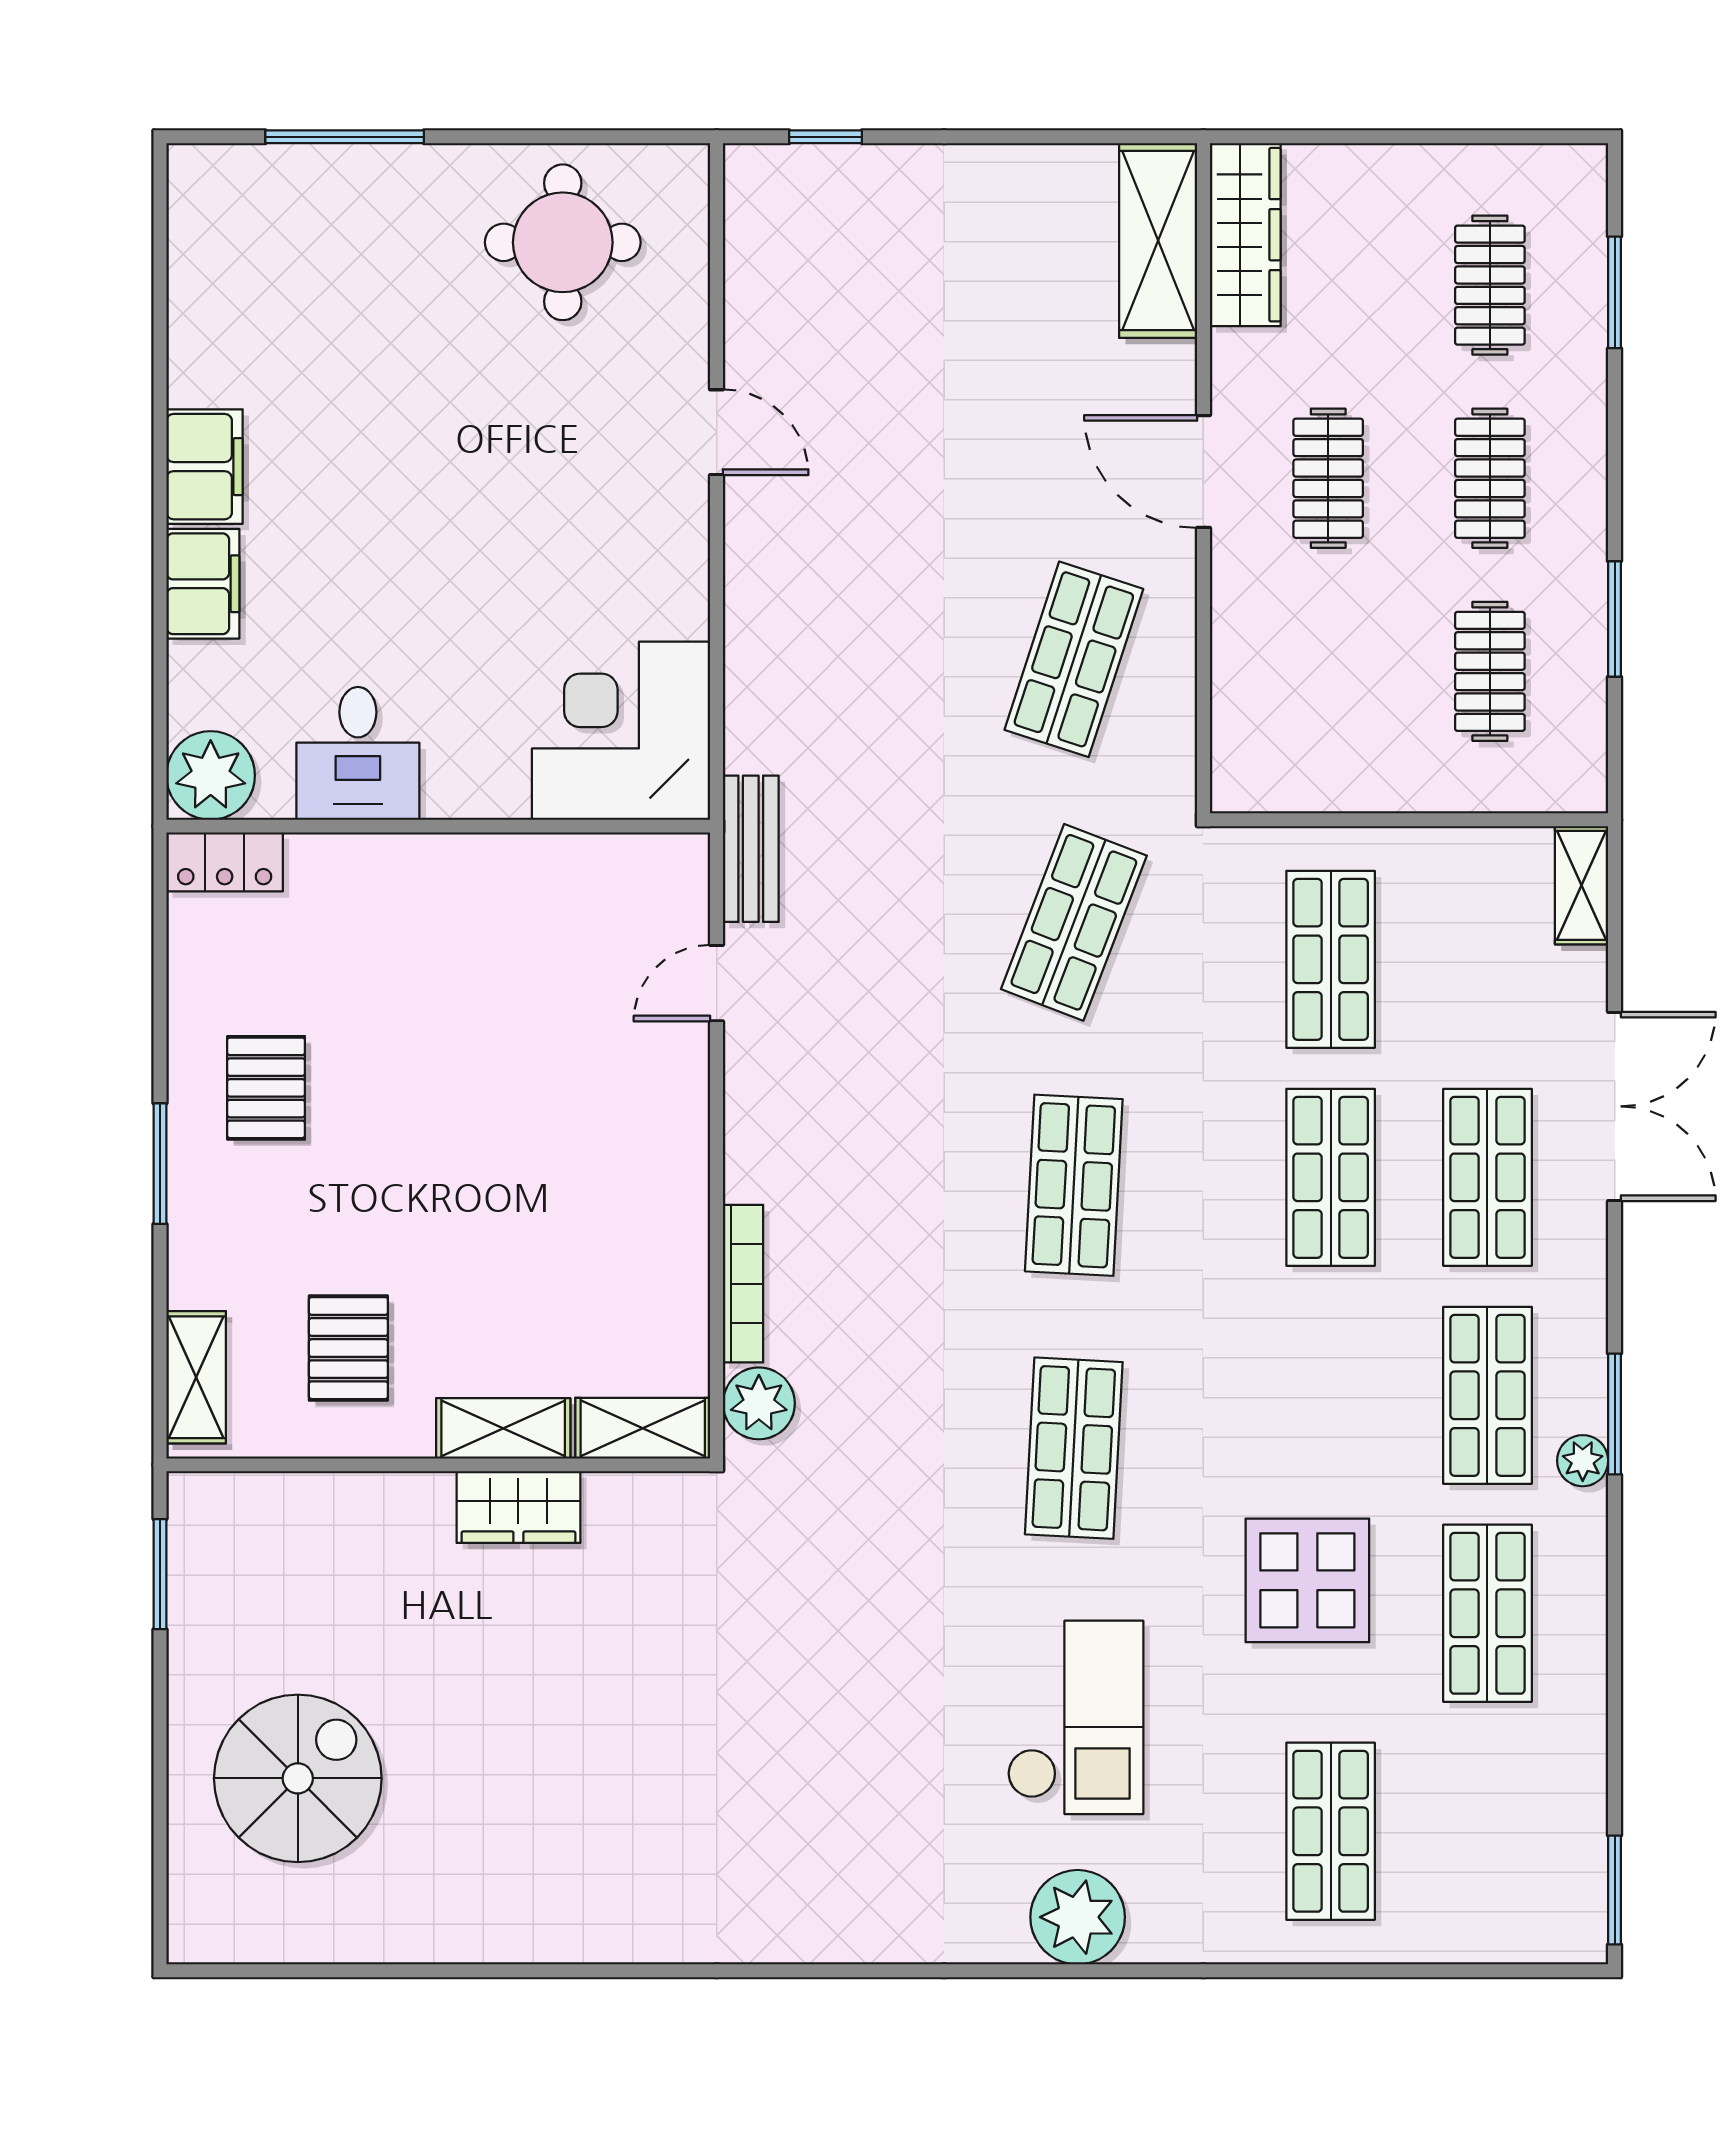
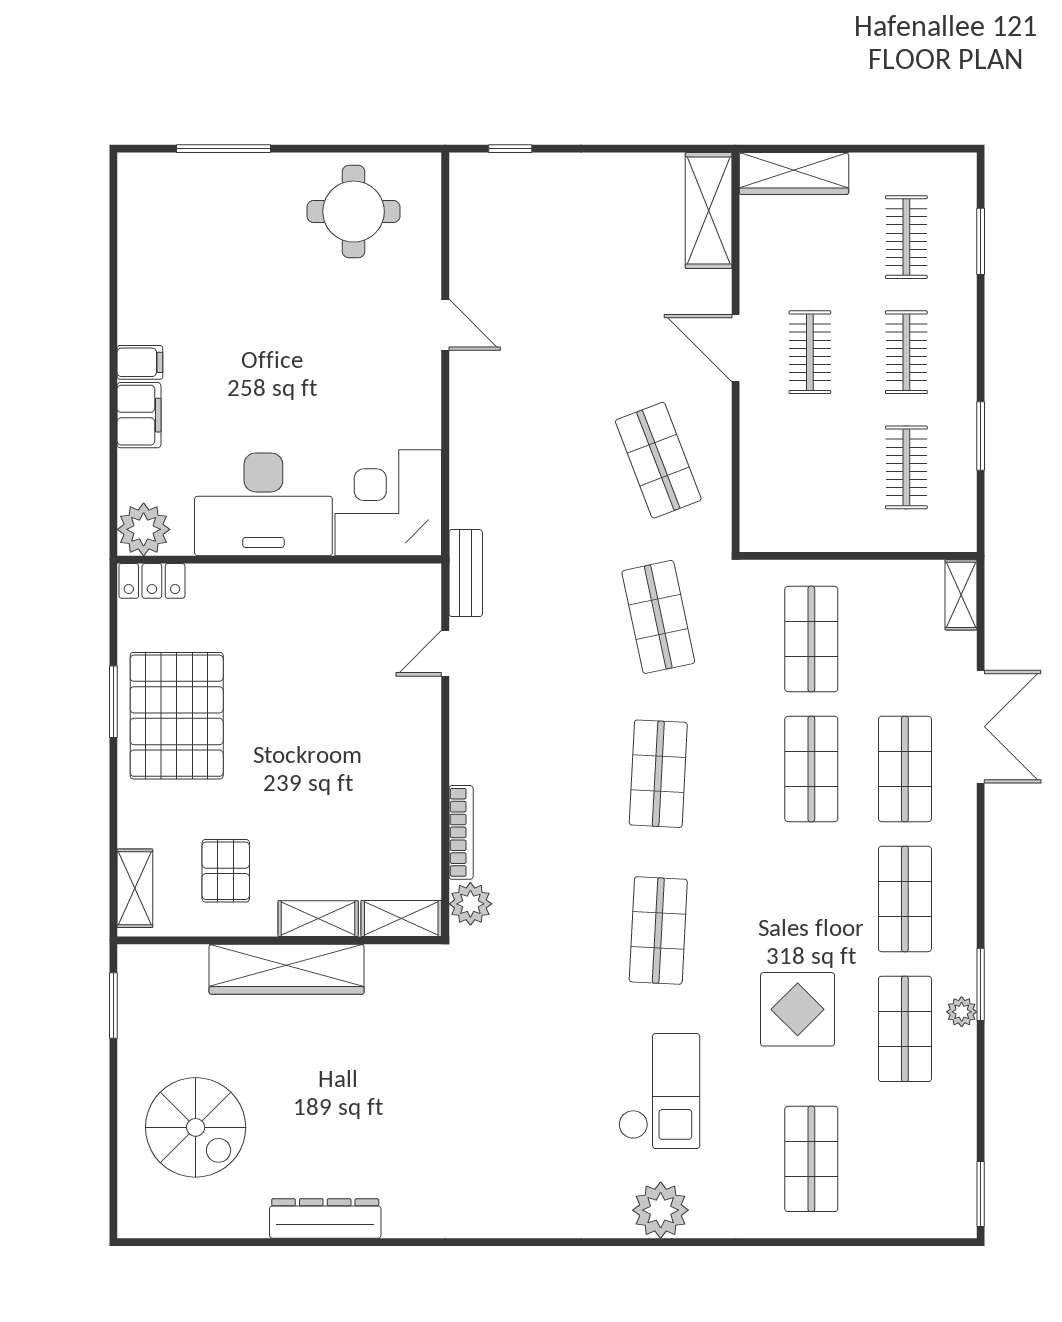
wardrobe: (1245, 235) -> (794, 173), moved, turned 90
filing cabinet: (204, 467) -> (140, 362), width x0.50
shop shelf: (1074, 659) -> (658, 460), turned -39
desk: (358, 753) -> (263, 504), width x1.87, depth x1.30
shop shelf: (1074, 922) -> (658, 617), turned -33
pallet: (266, 1088) -> (177, 716), width x2.05, depth x2.00
window: (160, 1164) -> (113, 702), moved
window: (1615, 1414) -> (981, 984), moved
plant: (1583, 1461) -> (962, 1012), moved
wardrobe: (518, 1507) -> (287, 969), width x2.10, depth x1.17
spiral stairs: (298, 1778) -> (196, 1127), turned 90
dresser: (515, 1931) -> (325, 1219), added

